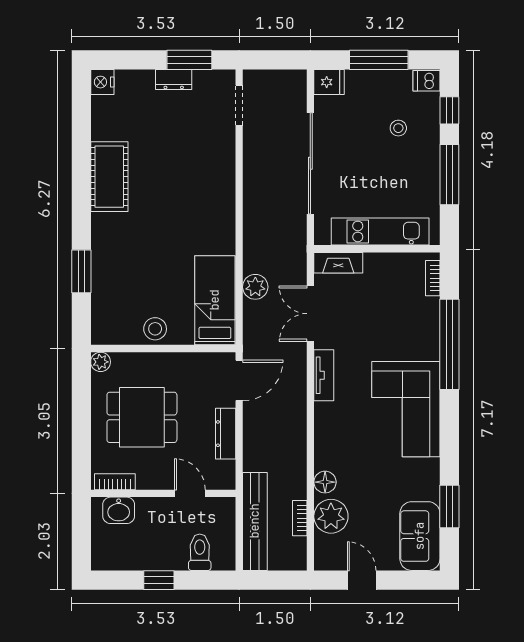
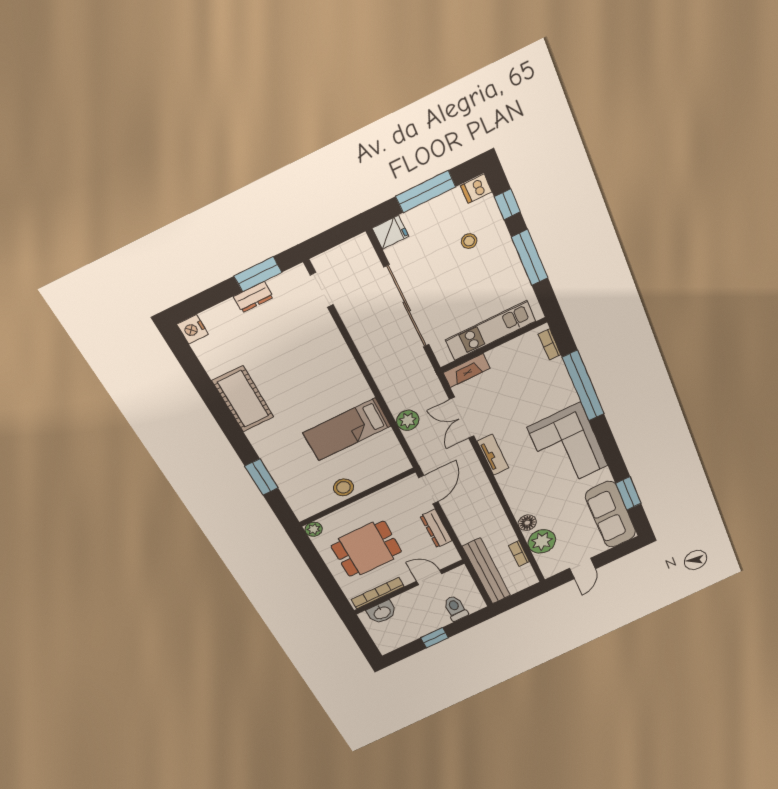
bed: (215, 300) -> (347, 429), moved, turned -90
bookcase: (115, 482) -> (378, 593), width x1.56
sofa: (420, 536) -> (611, 514), width x1.36
door: (362, 580) -> (582, 568), swing flipped

